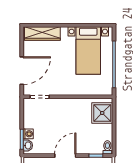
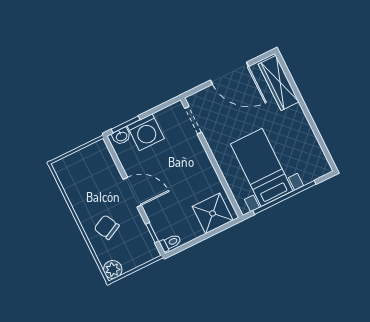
bed with nightstands: (88, 50) -> (262, 167), moved, turned 90
door: (22, 71) -> (229, 73), moved
washing machine: (28, 134) -> (146, 132), width x1.89, depth x1.89

